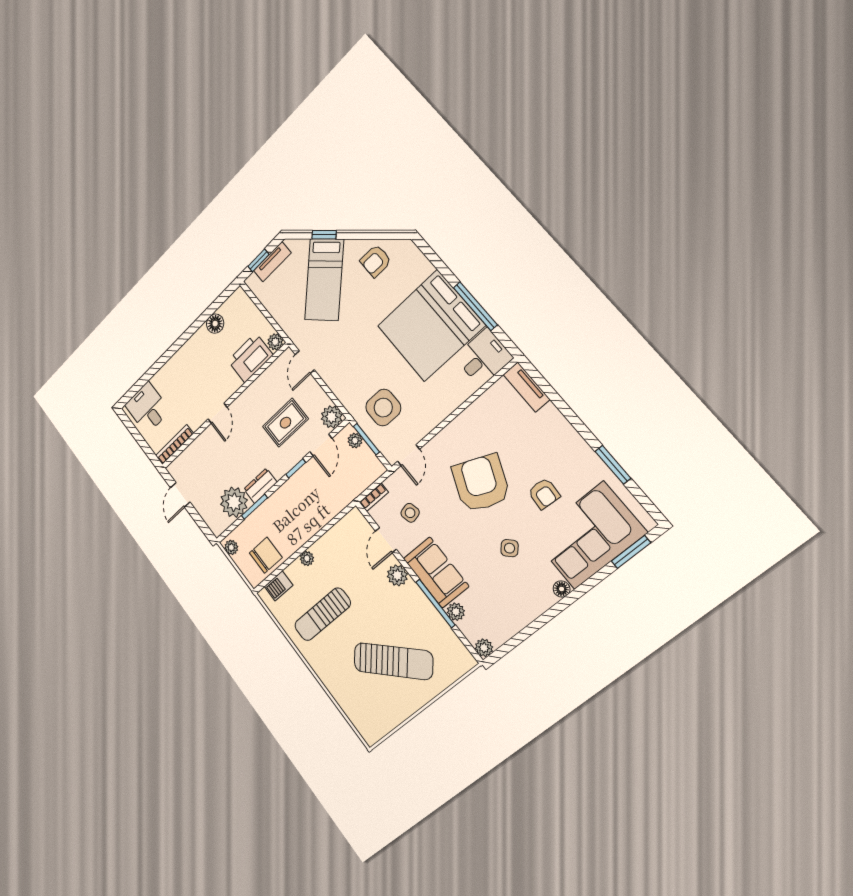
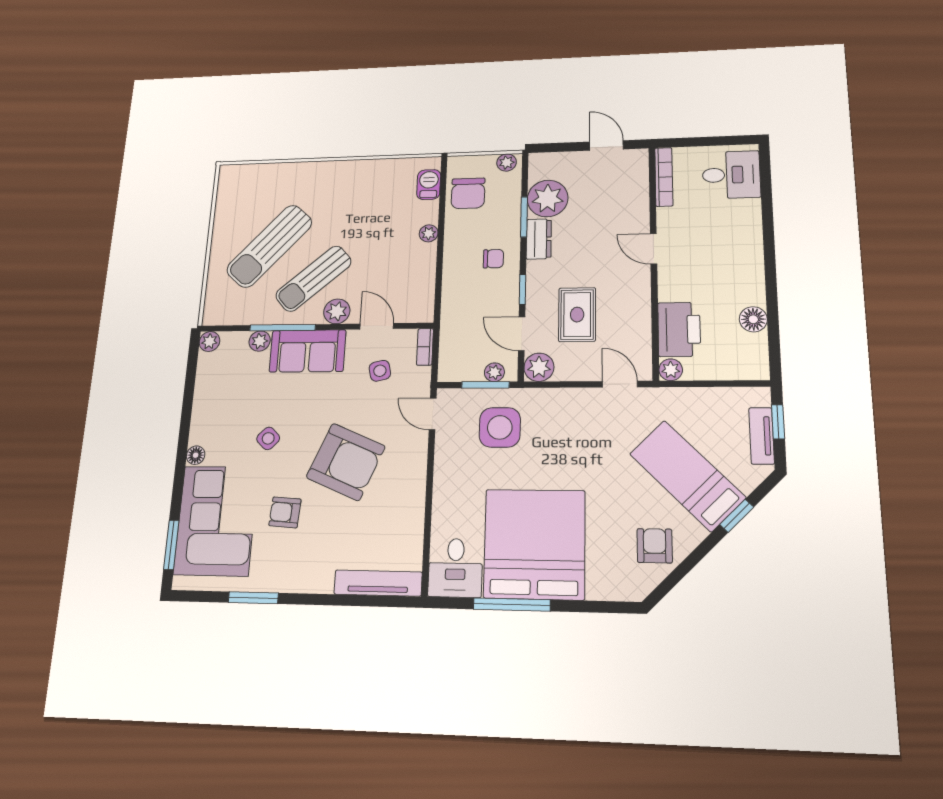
tv unit: (527, 387) -> (378, 583), width x1.41
chair: (292, 503) -> (493, 259), added
sun lounger: (322, 614) -> (313, 279), moved, turned -131

